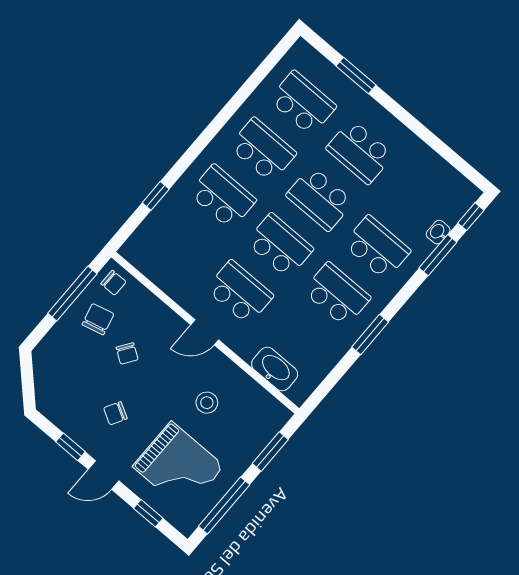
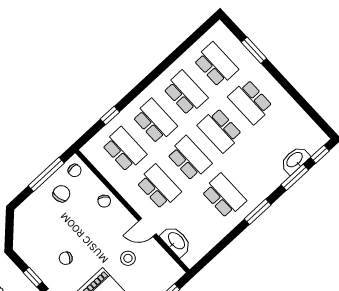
washbasin: (438, 232) -> (295, 160), width x1.91, depth x1.45
school desk: (377, 247) -> (124, 149), moved
door: (205, 332) -> (147, 227), moved
window: (370, 334) -> (258, 212), moved
chair: (127, 353) -> (104, 201), moved

